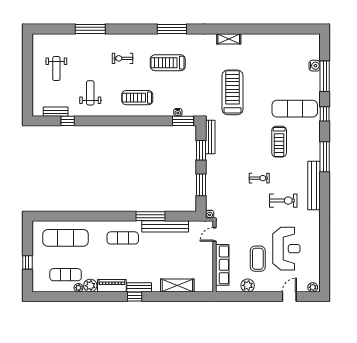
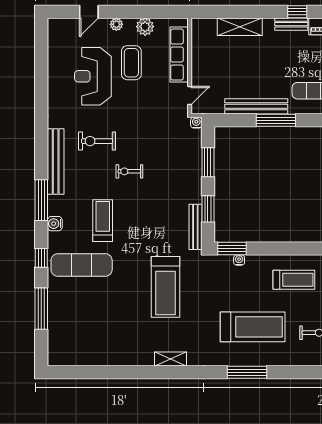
treadmill: (168, 63) -> (253, 327), width x1.37, depth x1.38
water cooler: (315, 66) -> (55, 224), moved
plant: (313, 287) -> (116, 24), moved

